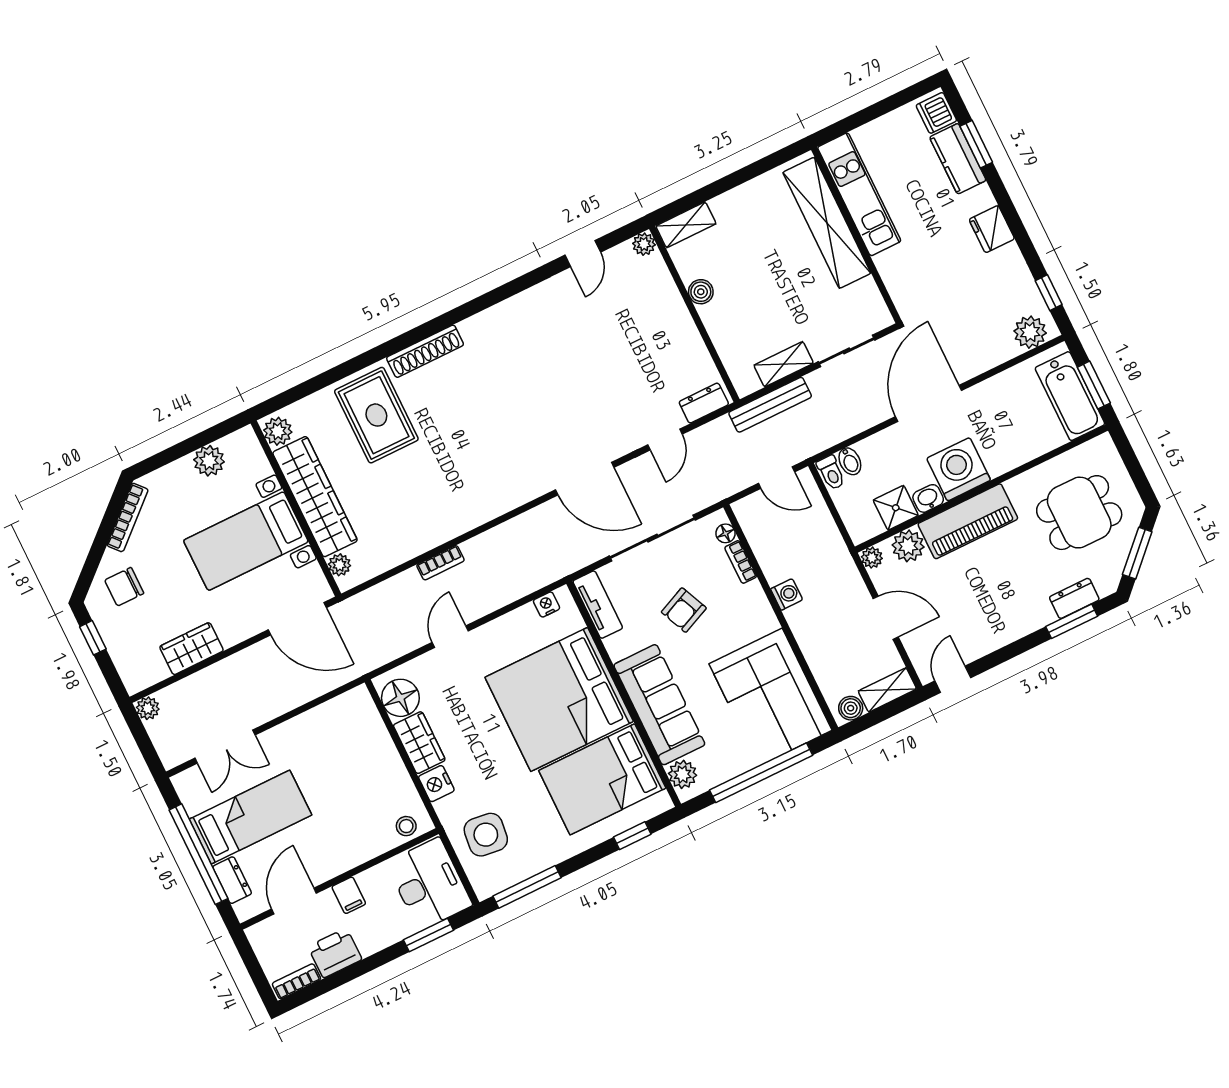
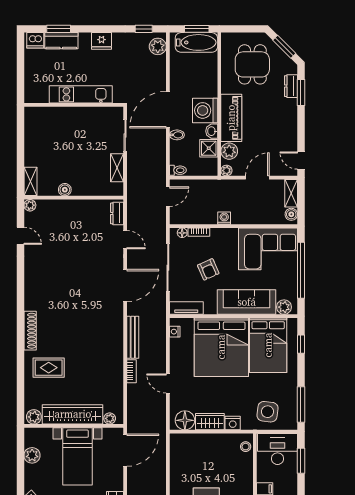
kitchen unit: (859, 194) -> (81, 94), moved
shelving: (827, 223) -> (61, 116), removed
door: (928, 403) -> (168, 110), hinge flipped
bench: (770, 405) -> (133, 337), moved
rug: (376, 415) -> (49, 368), width x0.73, depth x0.70
bidet: (850, 461) -> (177, 135), moved

